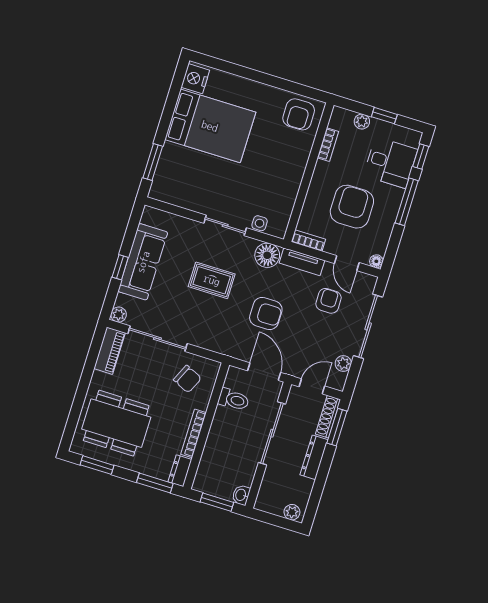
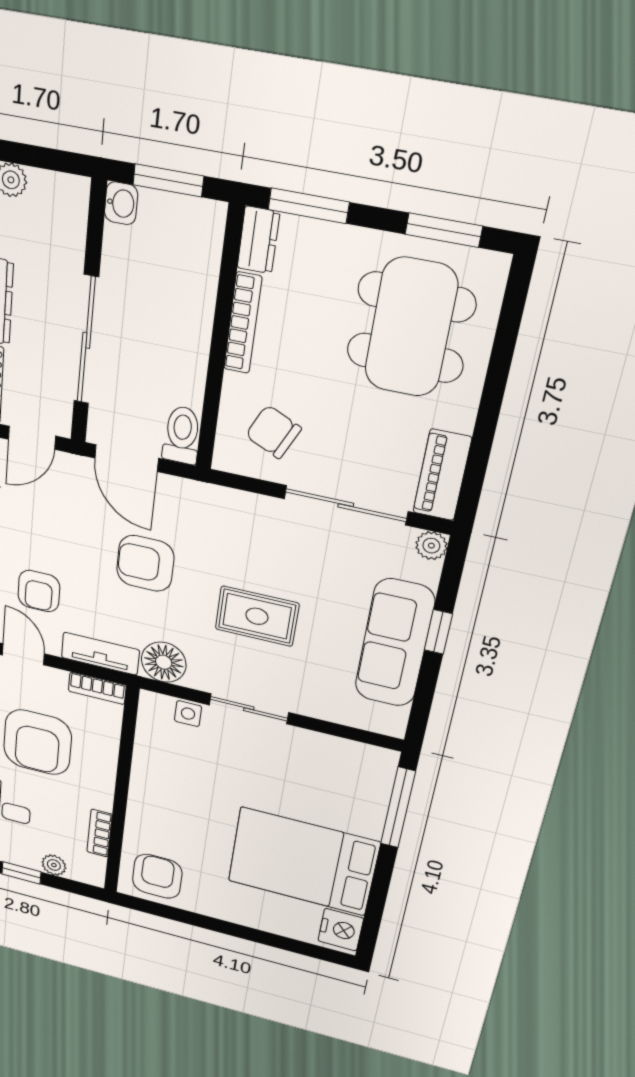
window: (153, 162) -> (398, 808), width x1.44
toilet: (234, 400) -> (182, 435), moved, turned 90
dining table: (116, 423) -> (411, 328), turned 90

